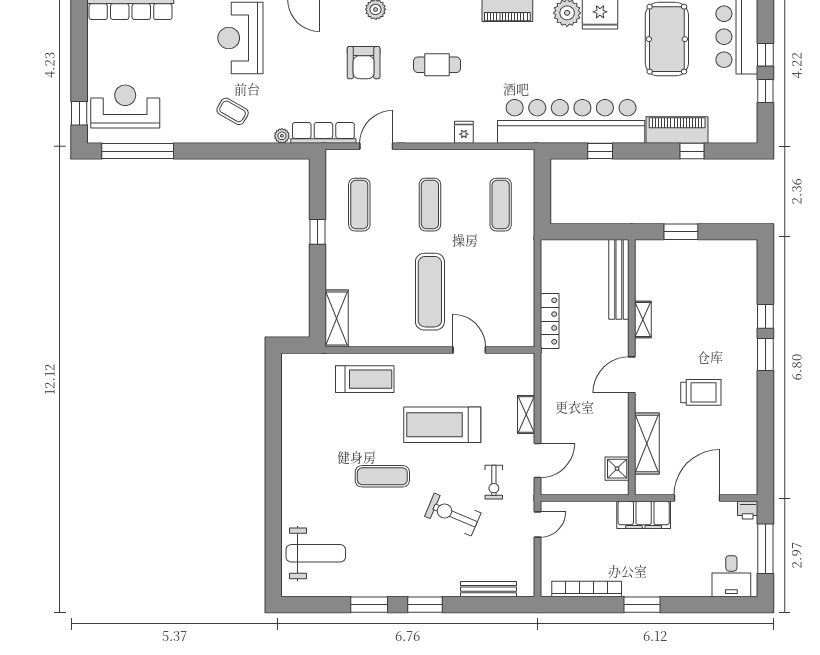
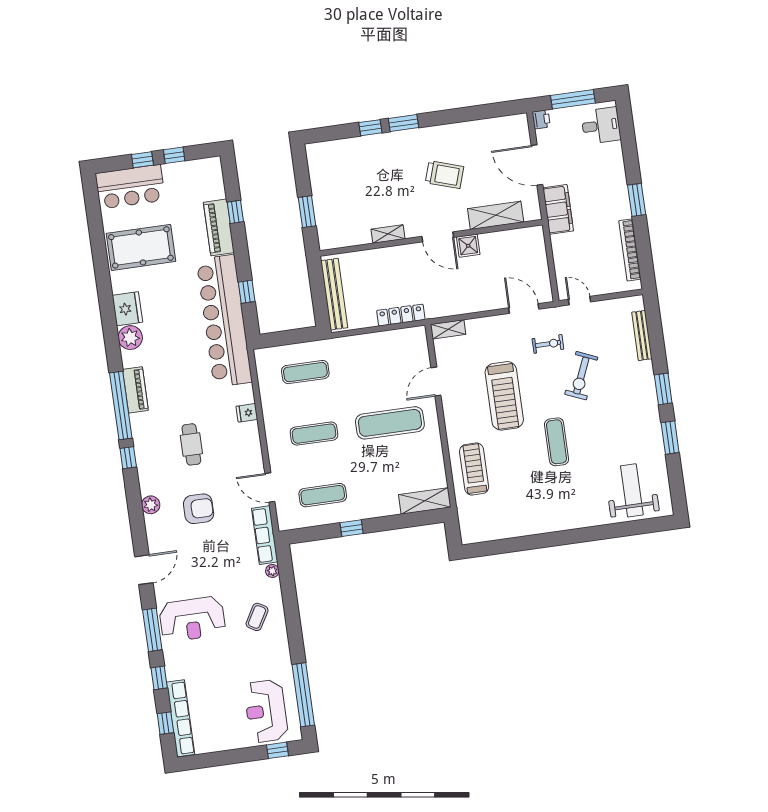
bench: (619, 279) -> (334, 294), moved, turned 90
trolley: (701, 392) -> (445, 175), turned 108
shelving: (526, 414) -> (448, 329), moved
shower: (617, 469) -> (468, 246), moved

